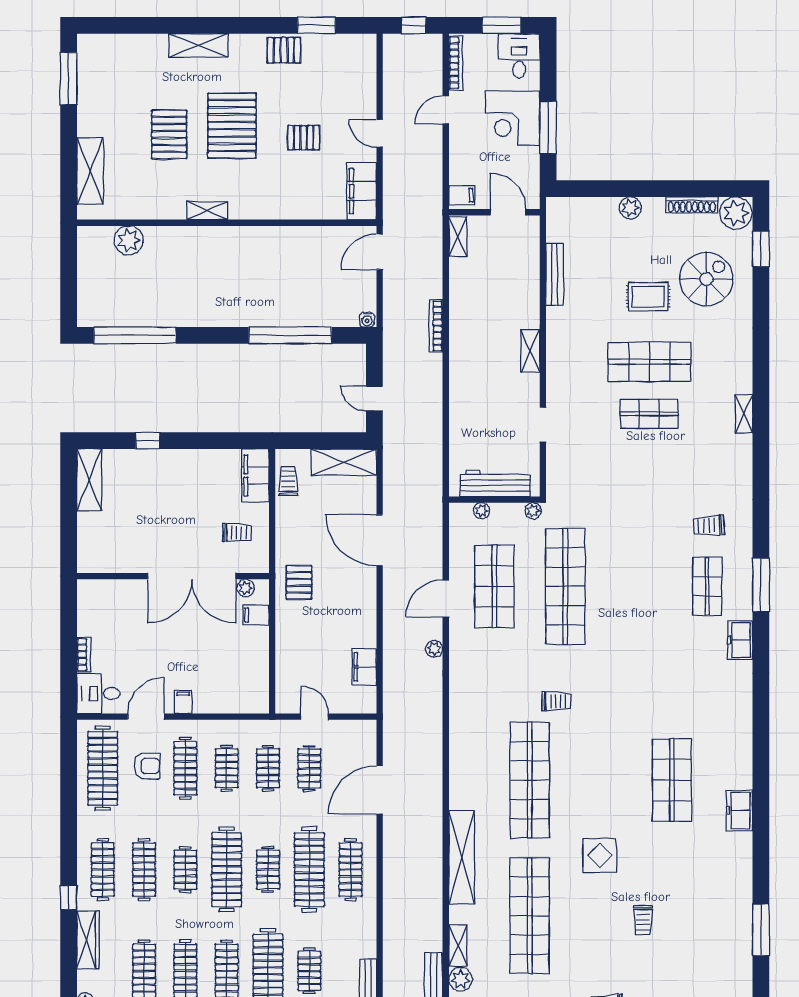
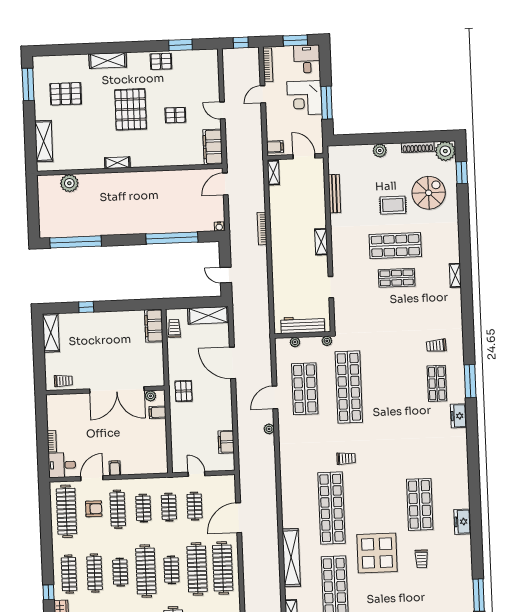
pallet: (169, 134) -> (66, 94), moved, turned 90
trolley: (237, 533) -> (63, 381), moved
display table: (600, 855) -> (377, 553), width x1.86, depth x1.86
clothes rail: (351, 870) -> (223, 568), width x1.37, depth x1.31
trolley: (643, 920) -> (421, 559), moved

